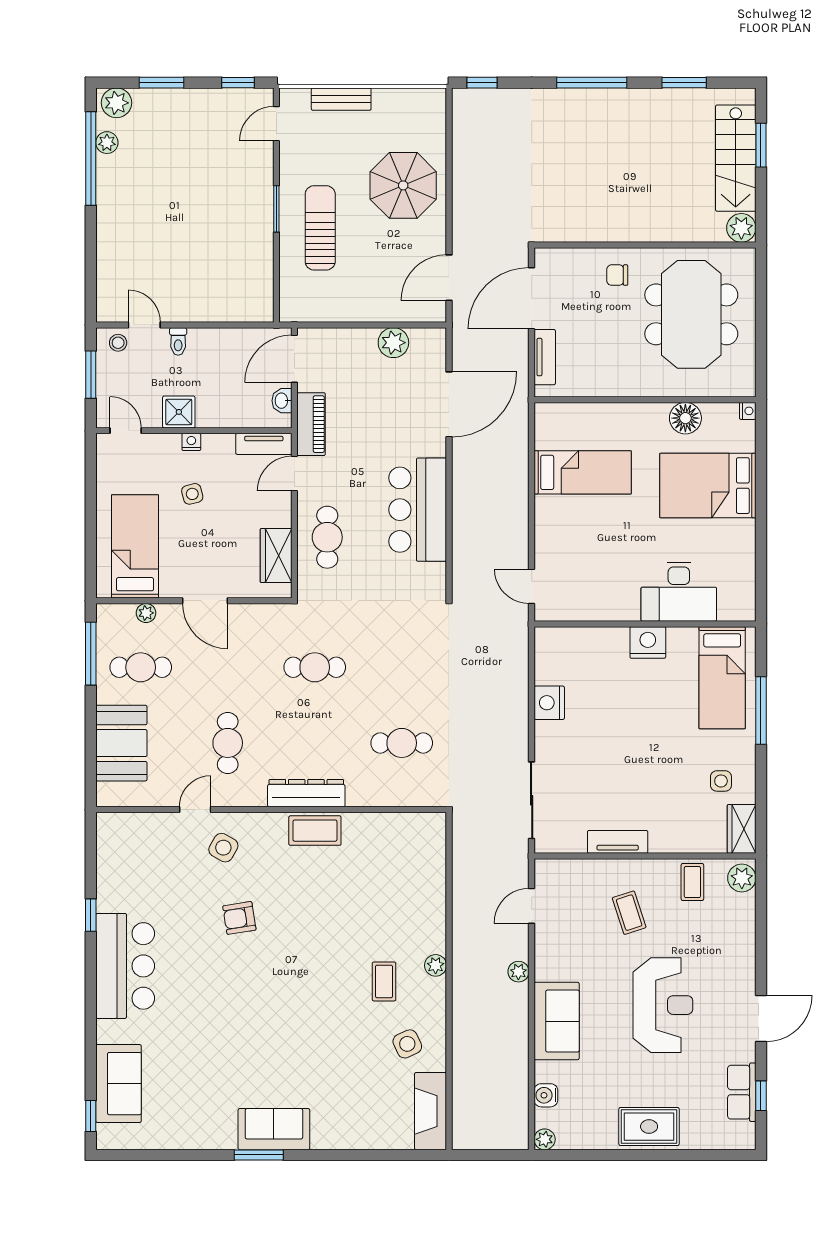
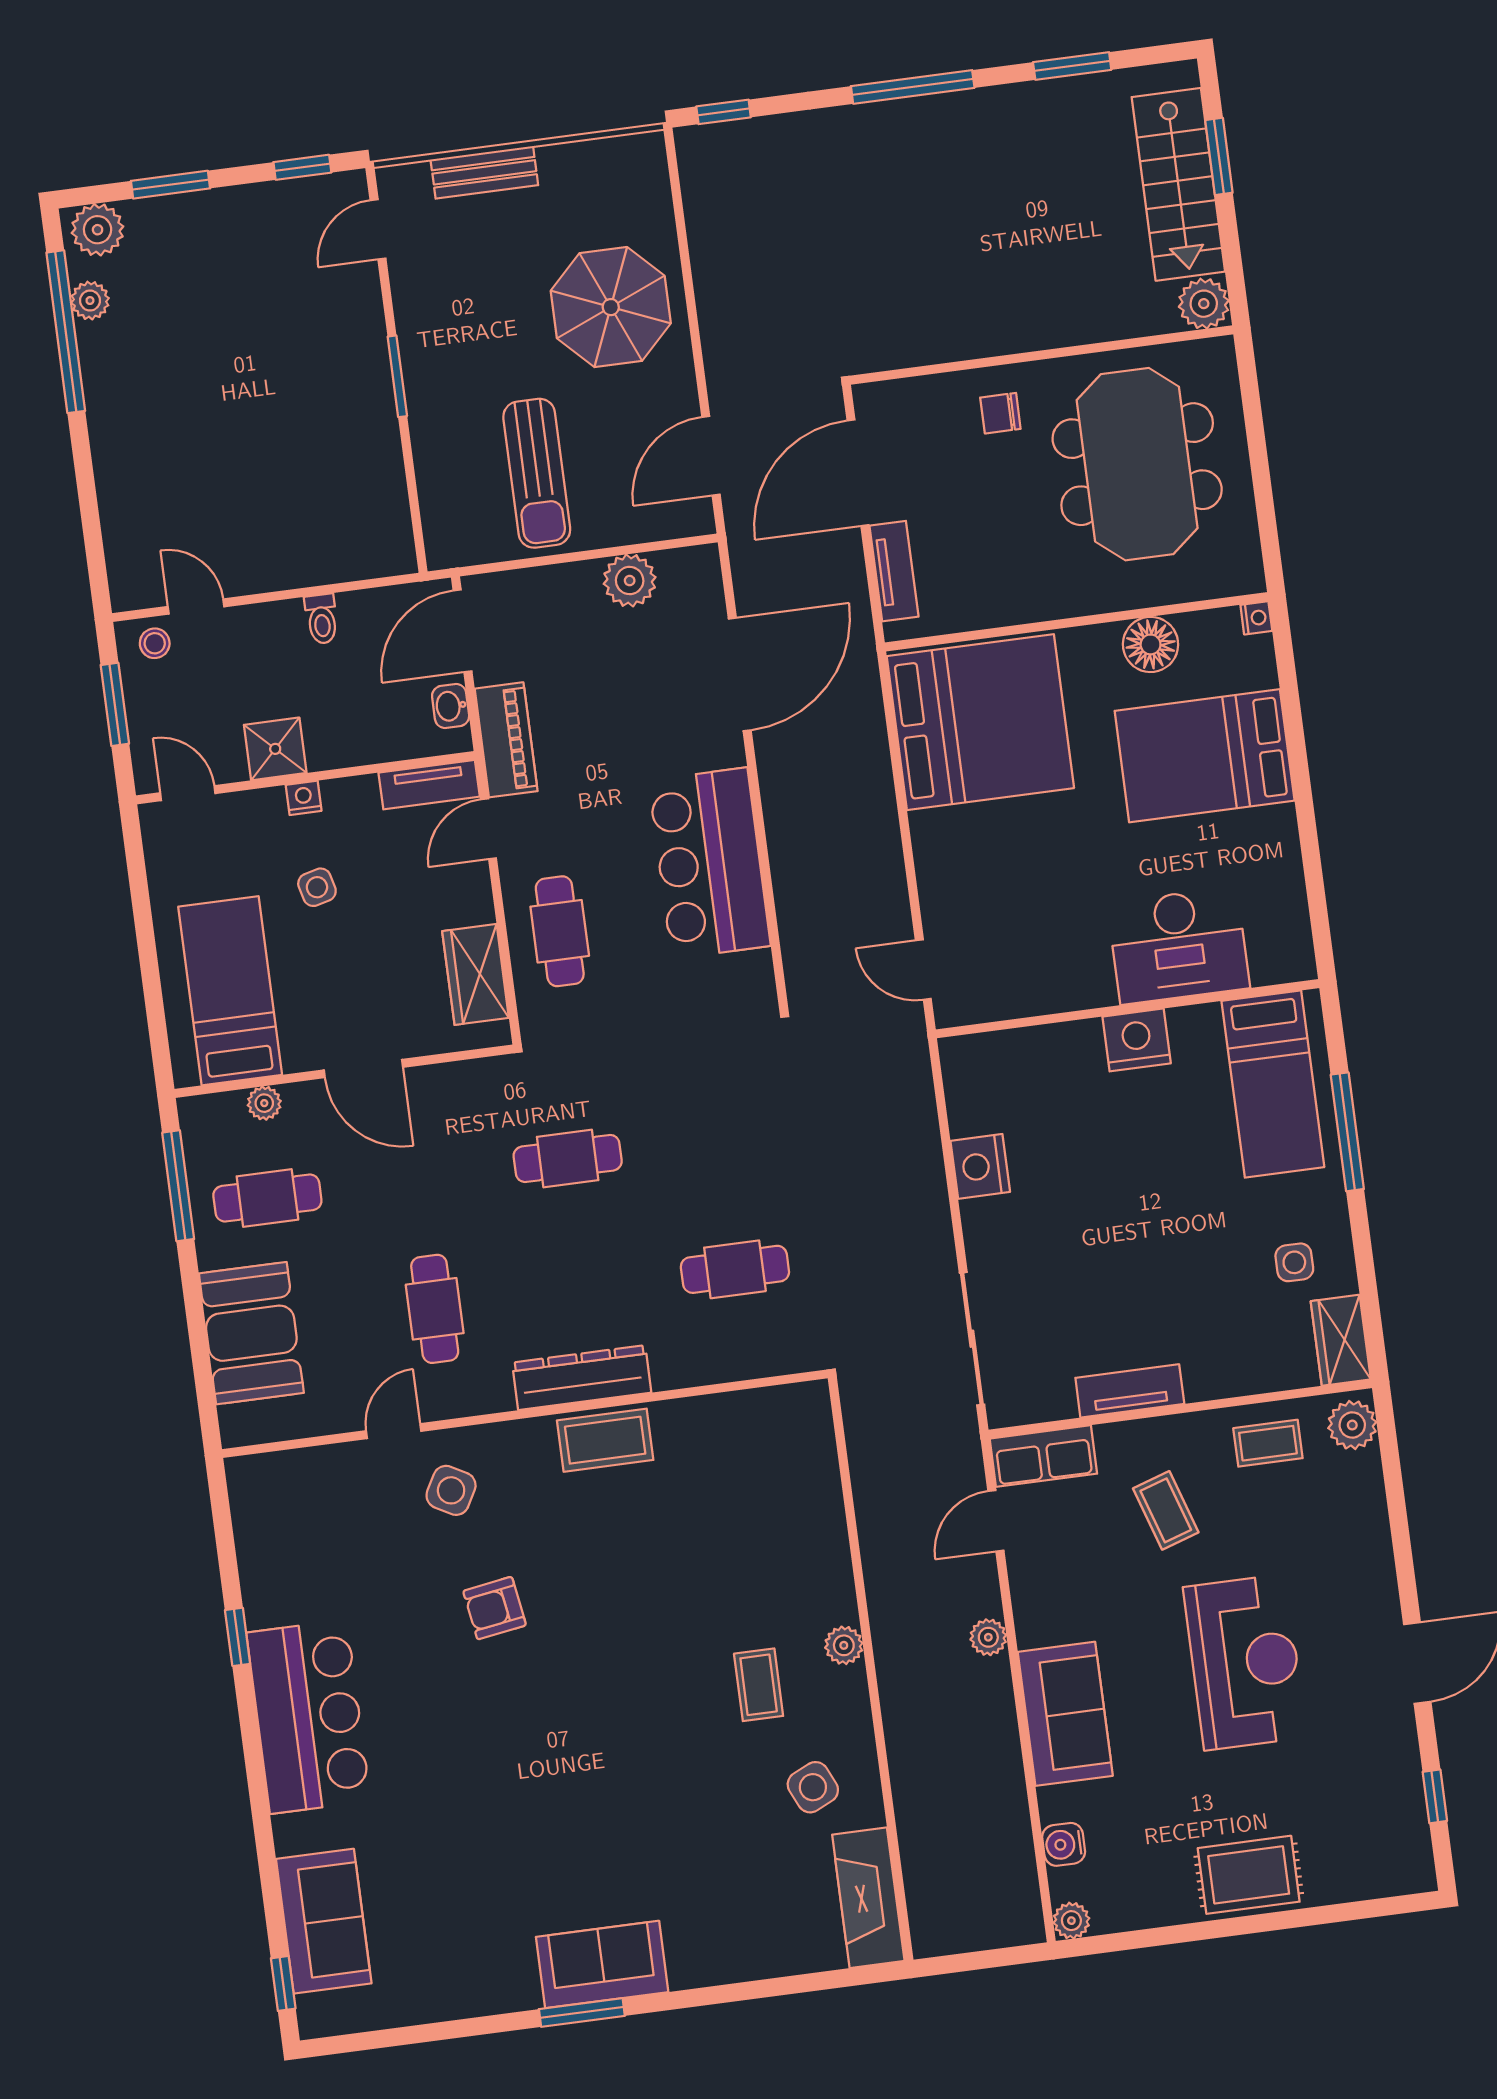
sun lounger: (320, 228) -> (537, 473), moved, turned 180
toilet: (178, 341) -> (322, 619), moved
bed: (583, 472) -> (980, 722), width x2.04
coffee table: (692, 882) -> (1268, 1443), turned 90
row of seats: (742, 1092) -> (1043, 1456), moved, turned -90

